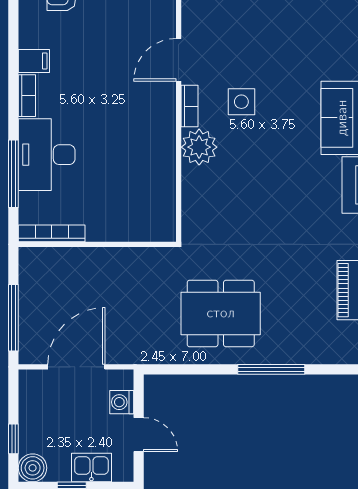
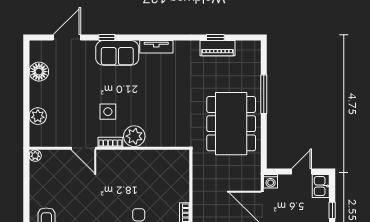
dining table: (221, 313) -> (231, 124), width x1.36, depth x1.24
washing machine: (122, 402) -> (271, 181), moved
kitchen sink: (91, 468) -> (321, 186), moved

